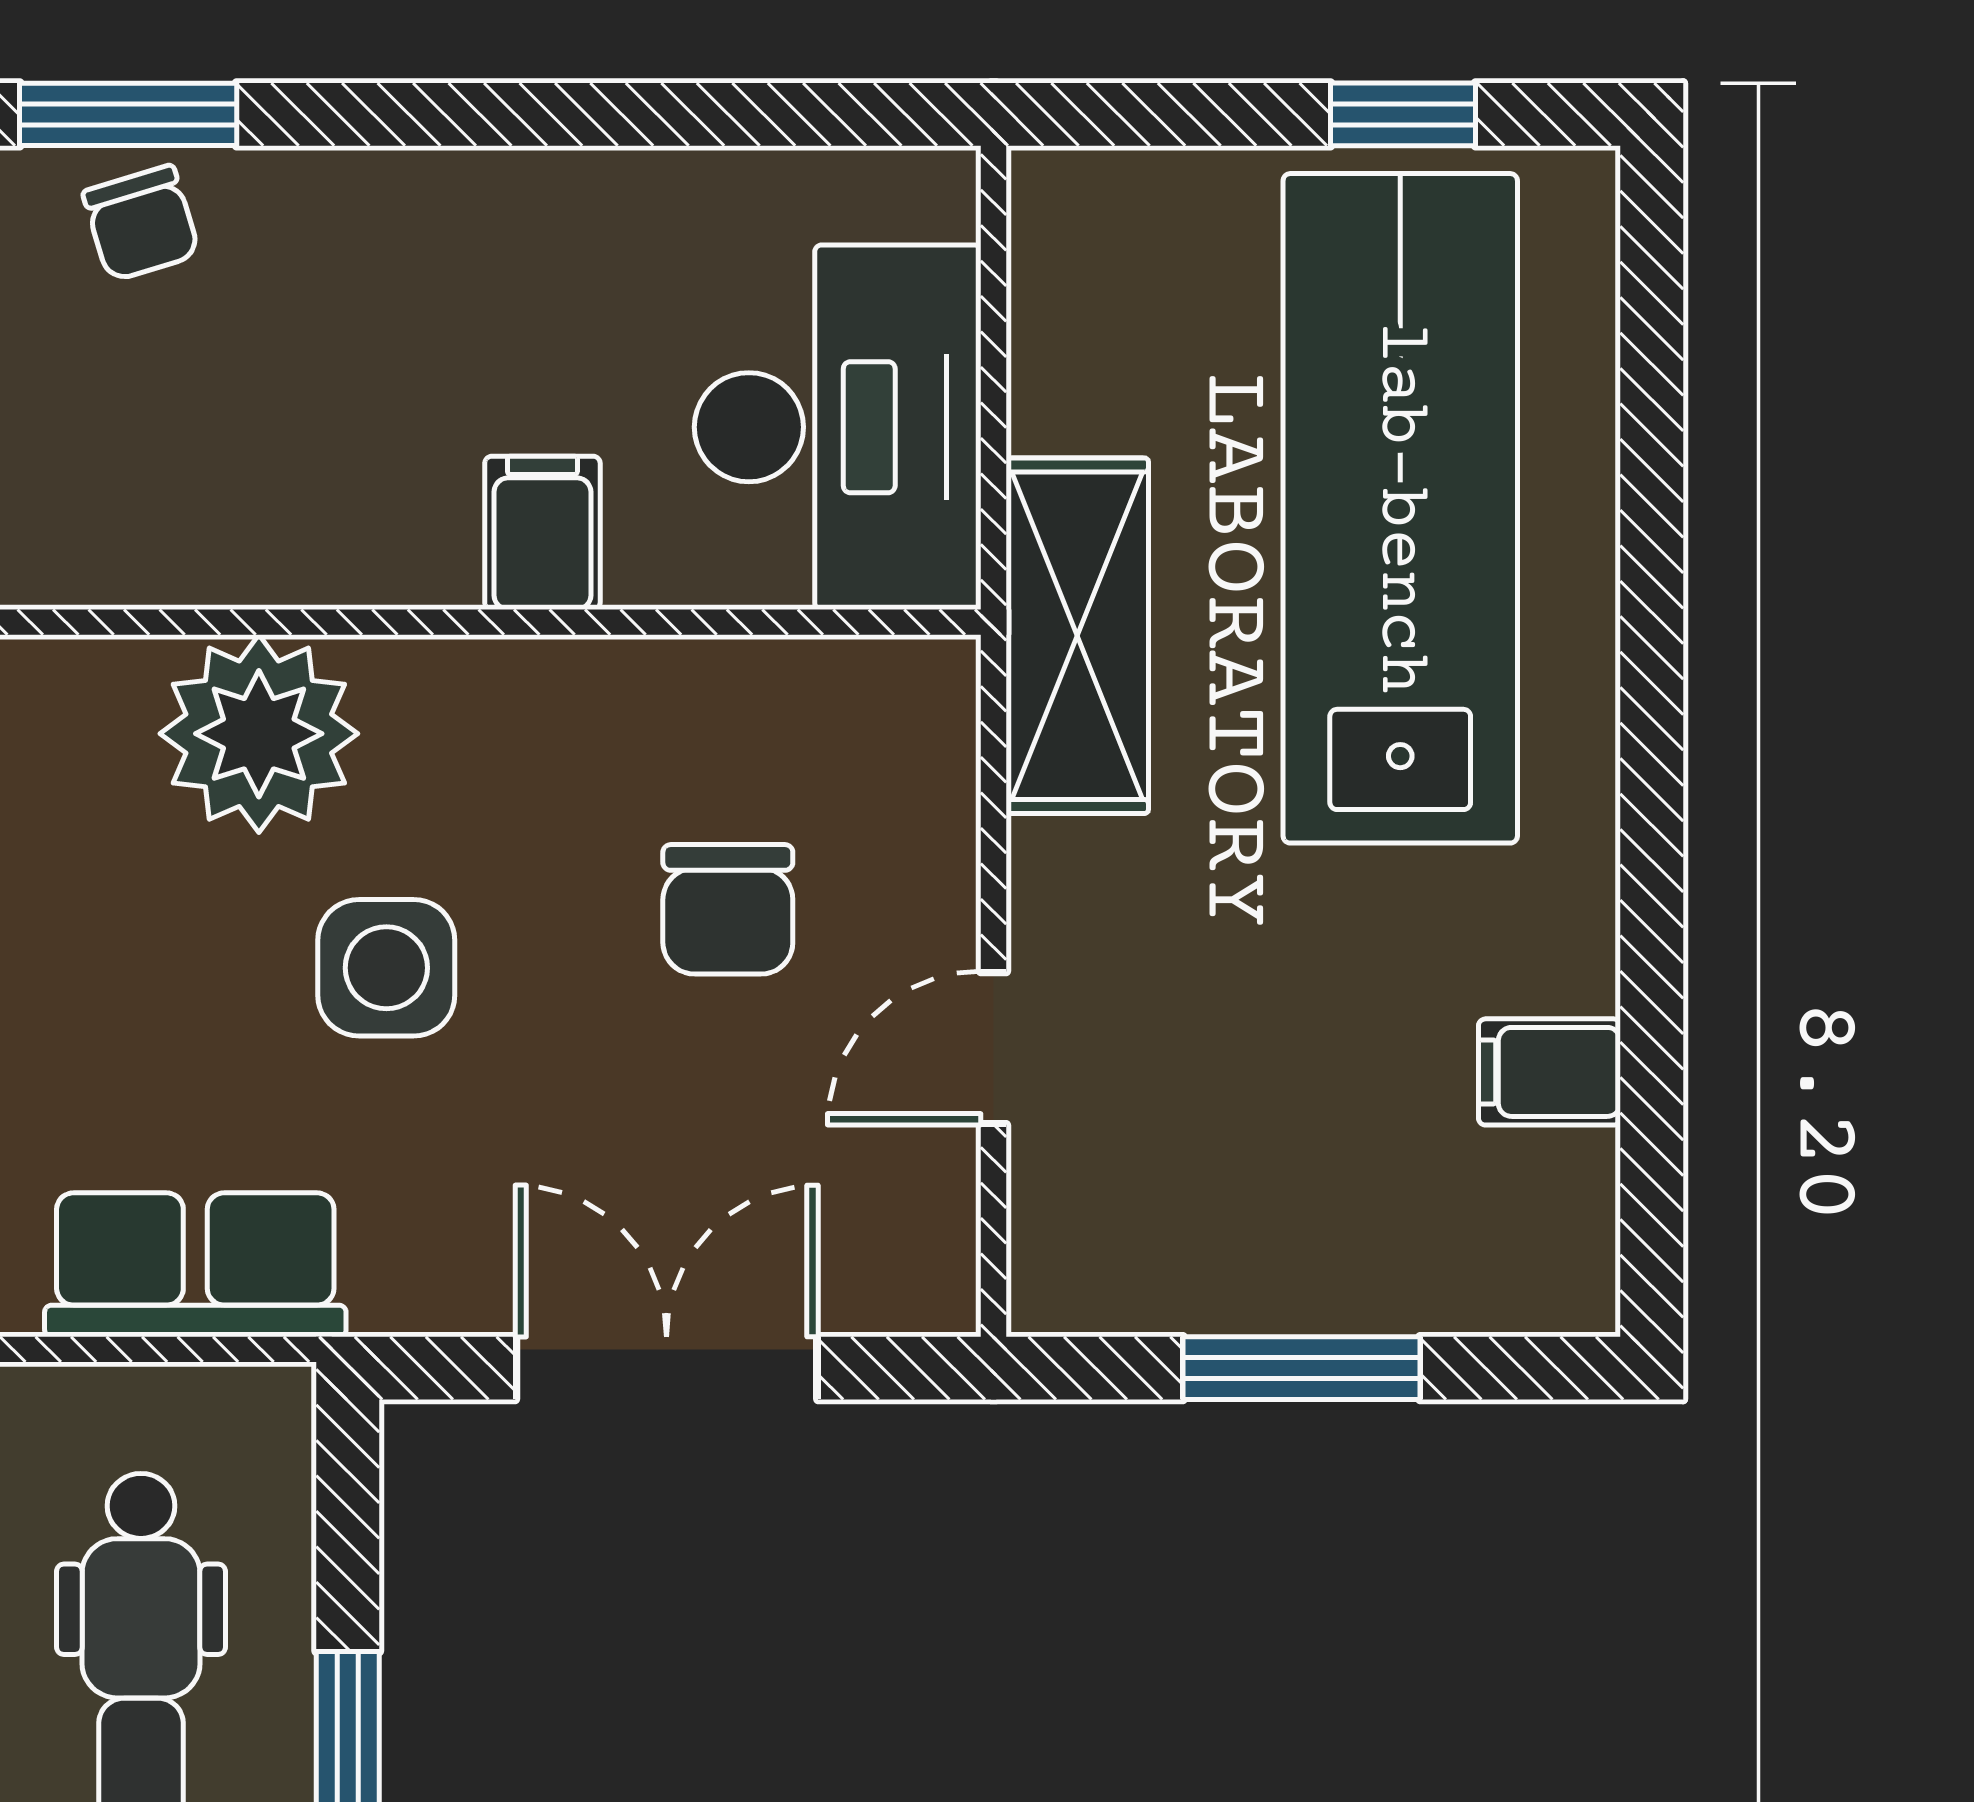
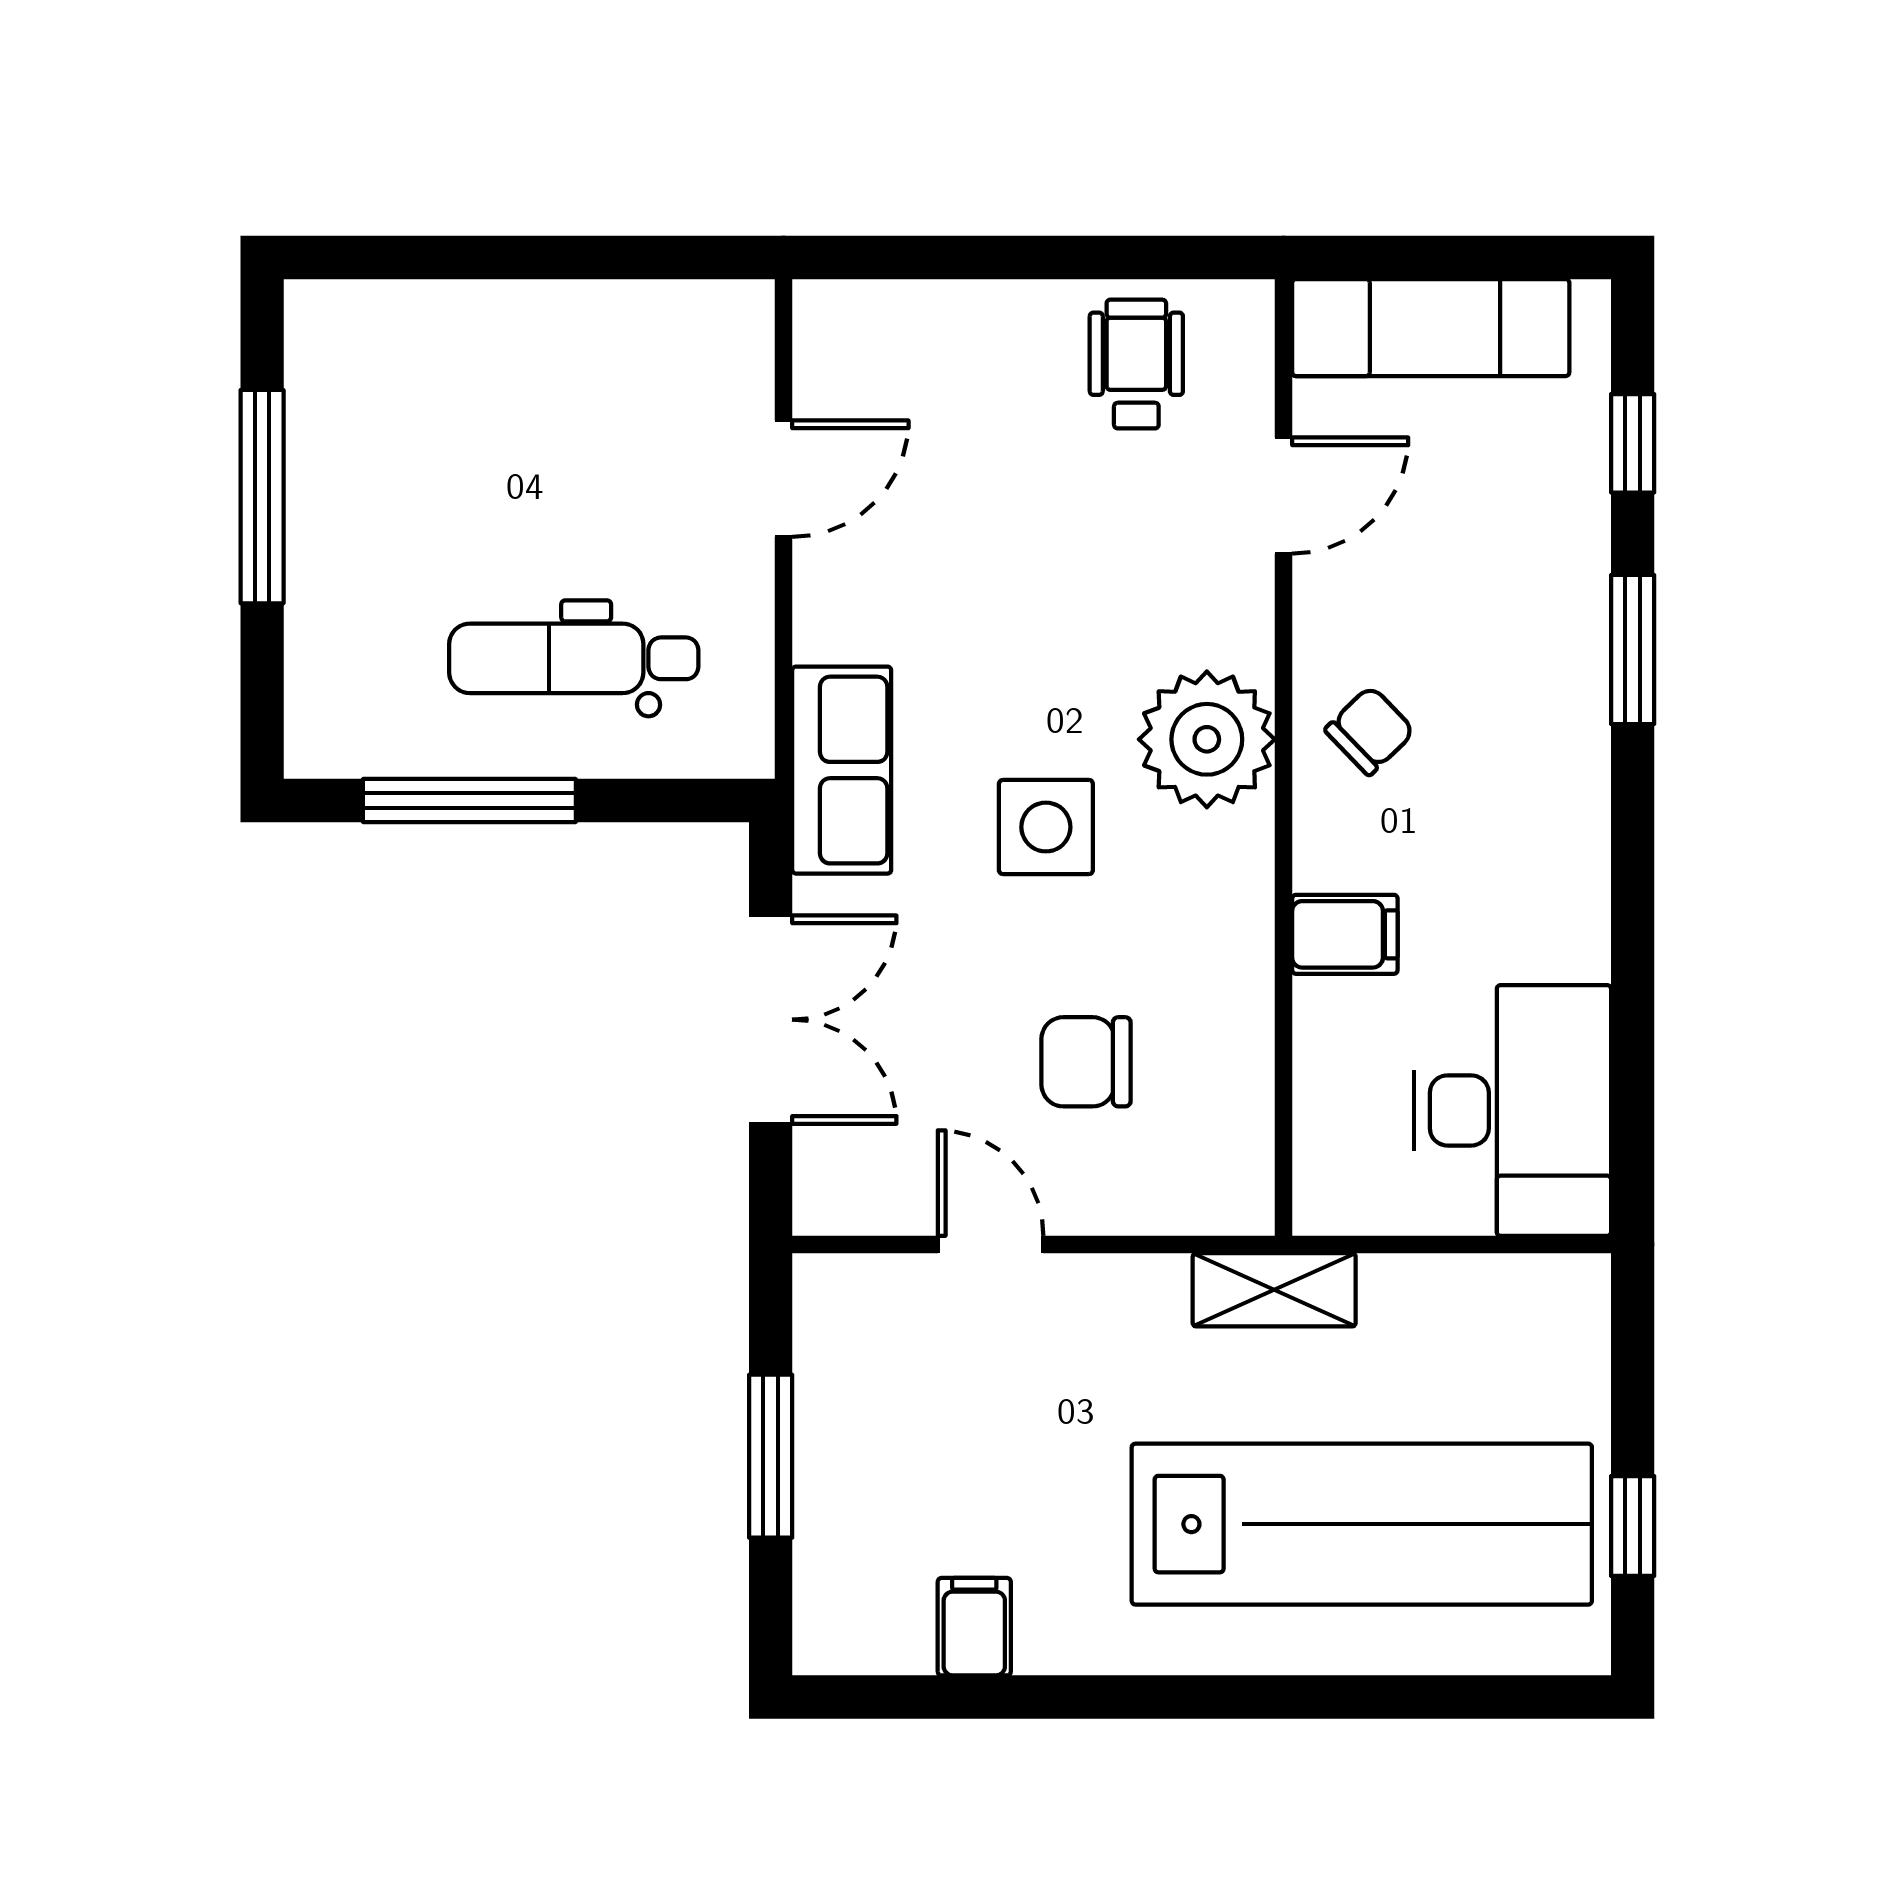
chair: (141, 223) -> (1370, 731), moved, turned 153
desk: (838, 427) -> (1513, 1110), moved, turned -90
shelving: (1077, 636) -> (1274, 1290), width x0.67, depth x0.75
row of seats: (195, 1265) -> (842, 770), moved

